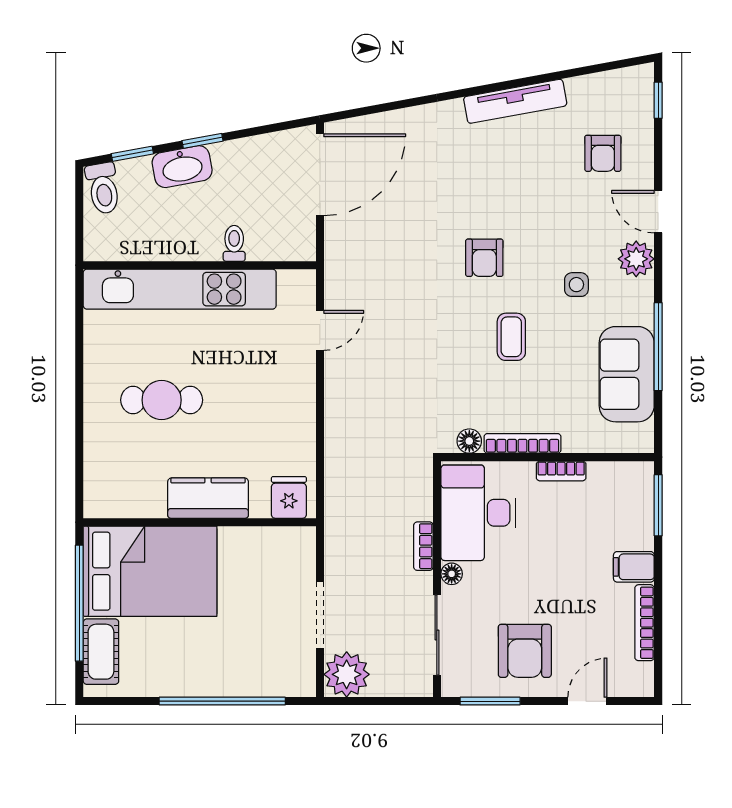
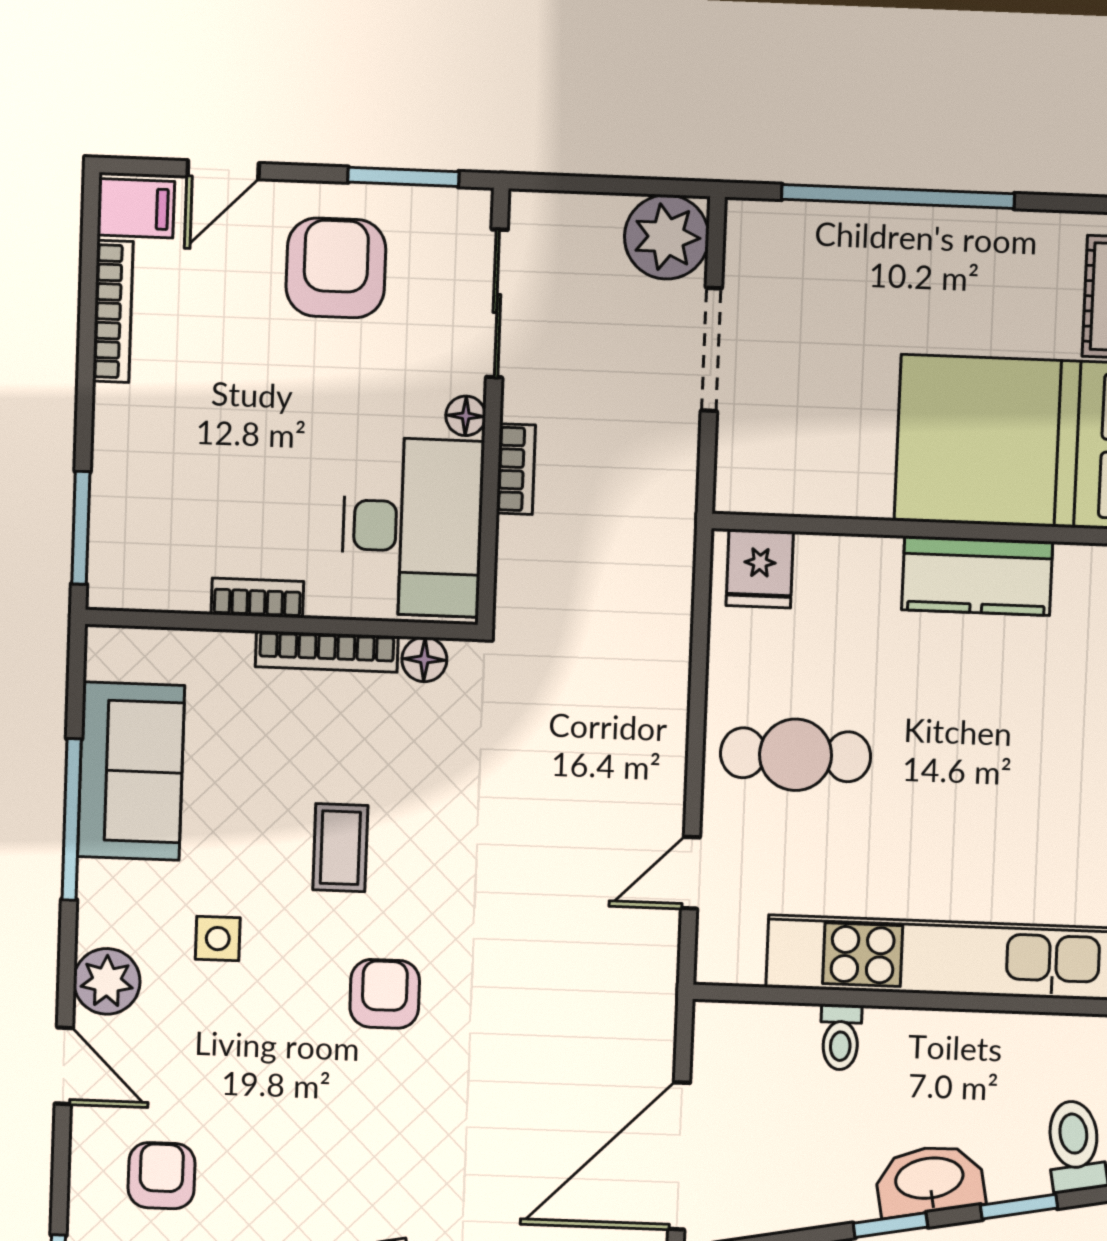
cafe table: (162, 400) -> (796, 755), moved
kitchen counter: (208, 498) -> (977, 576), moved
filing cabinet: (634, 567) -> (136, 208), moved

